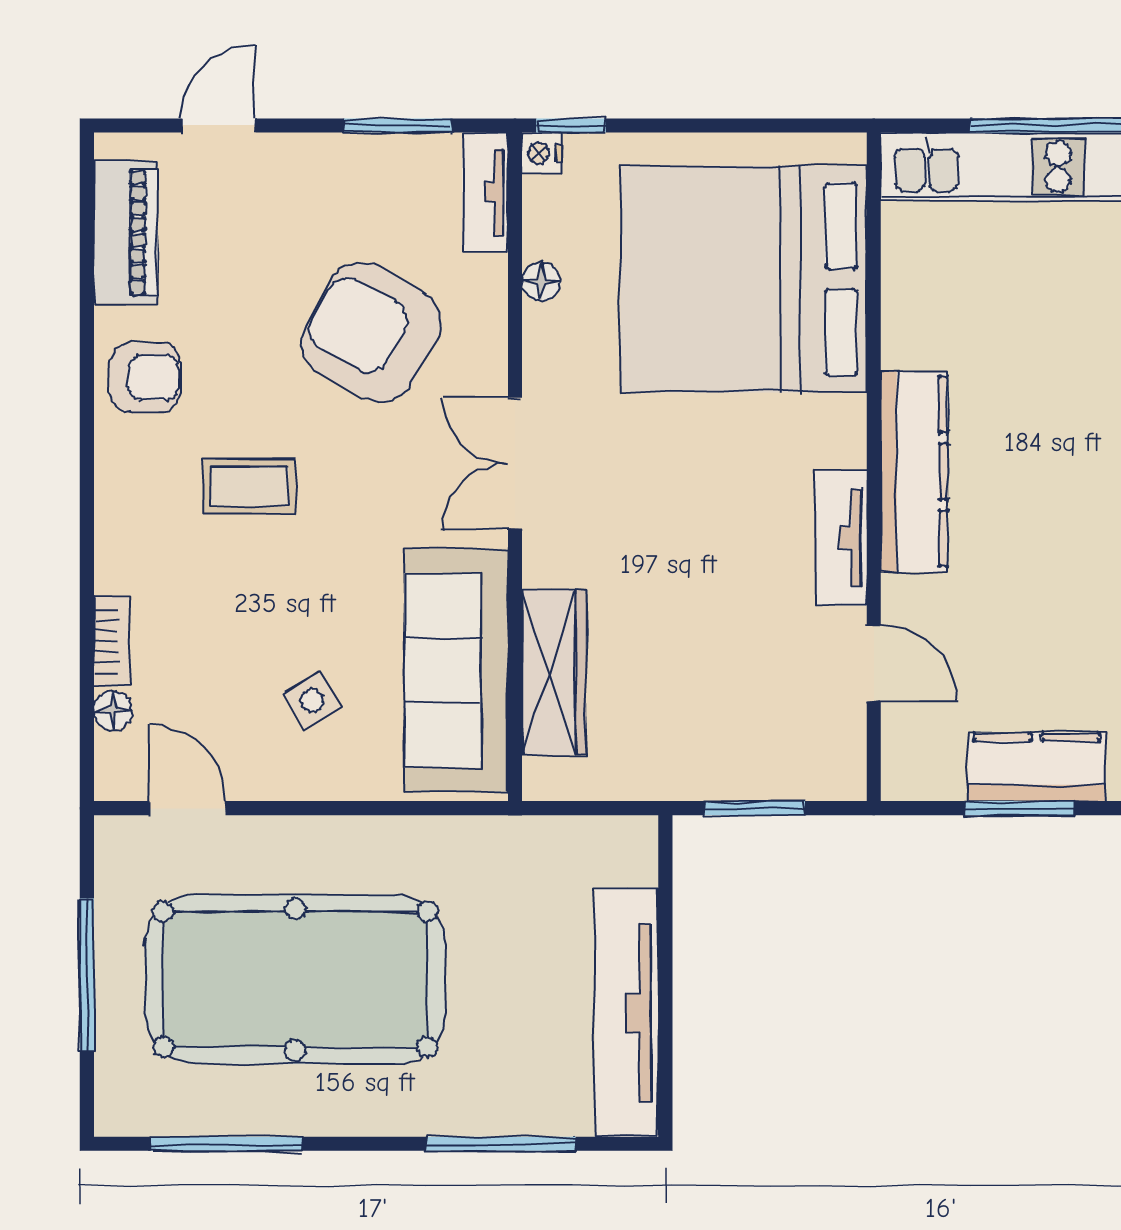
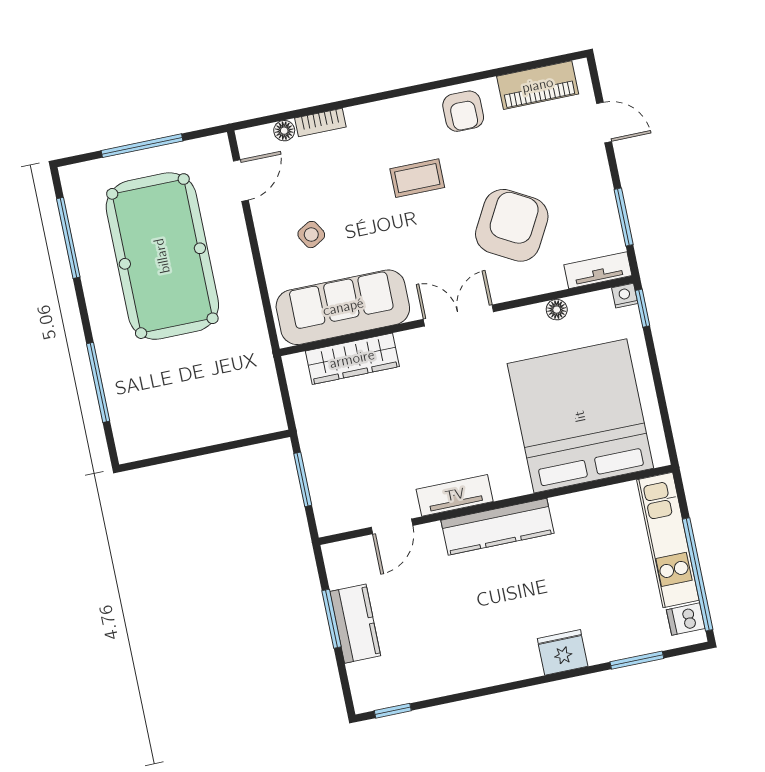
coffee table: (250, 486) -> (417, 178), turned 90
tv unit: (627, 1013) -> (181, 434), removed

